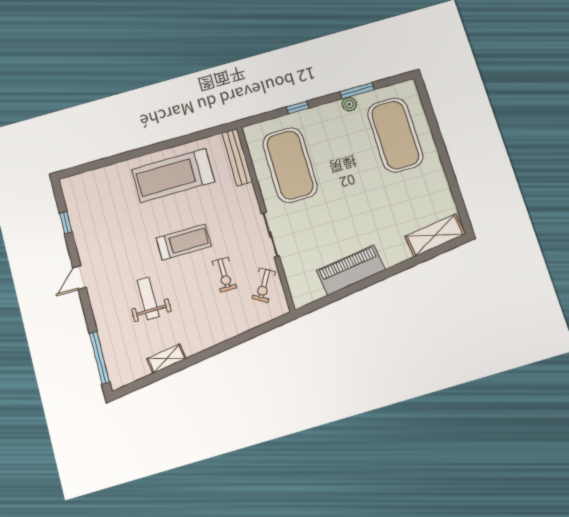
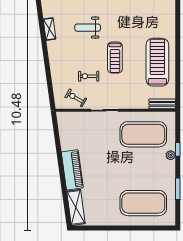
plant: (349, 104) -> (171, 155), moved
bench: (237, 157) -> (162, 104), width x0.73
piano: (351, 270) -> (72, 170), moved
weight bench: (148, 298) -> (88, 28), turned 180

